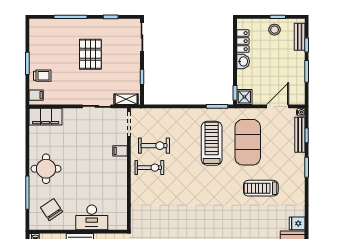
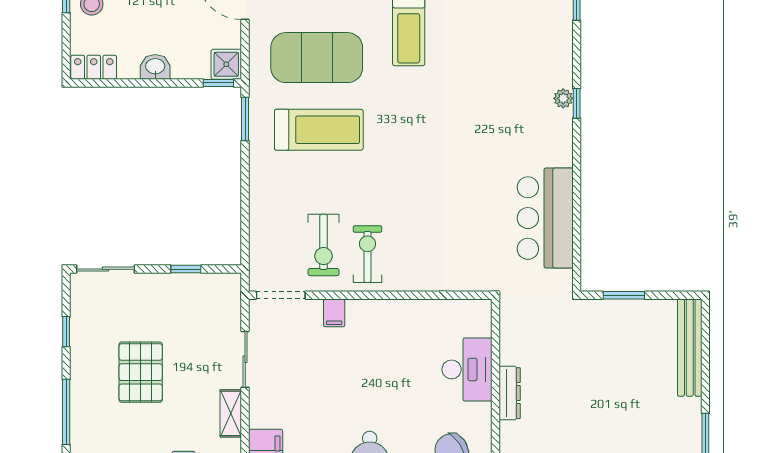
locker: (243, 41) -> (94, 67), moved
pallet: (90, 54) -> (141, 372), turned 90
shelving: (126, 99) -> (231, 413), moved
treadmill: (212, 143) -> (319, 130), turned 180
exercise bike: (154, 146) -> (324, 245), turned 180

